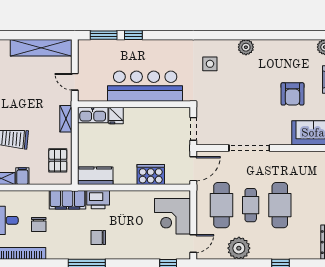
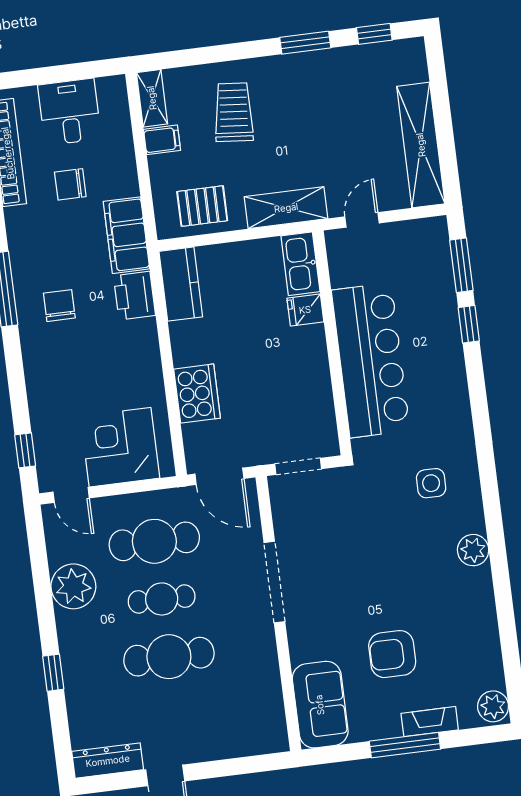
shelving: (66, 119) -> (286, 208), width x1.50, depth x1.33

